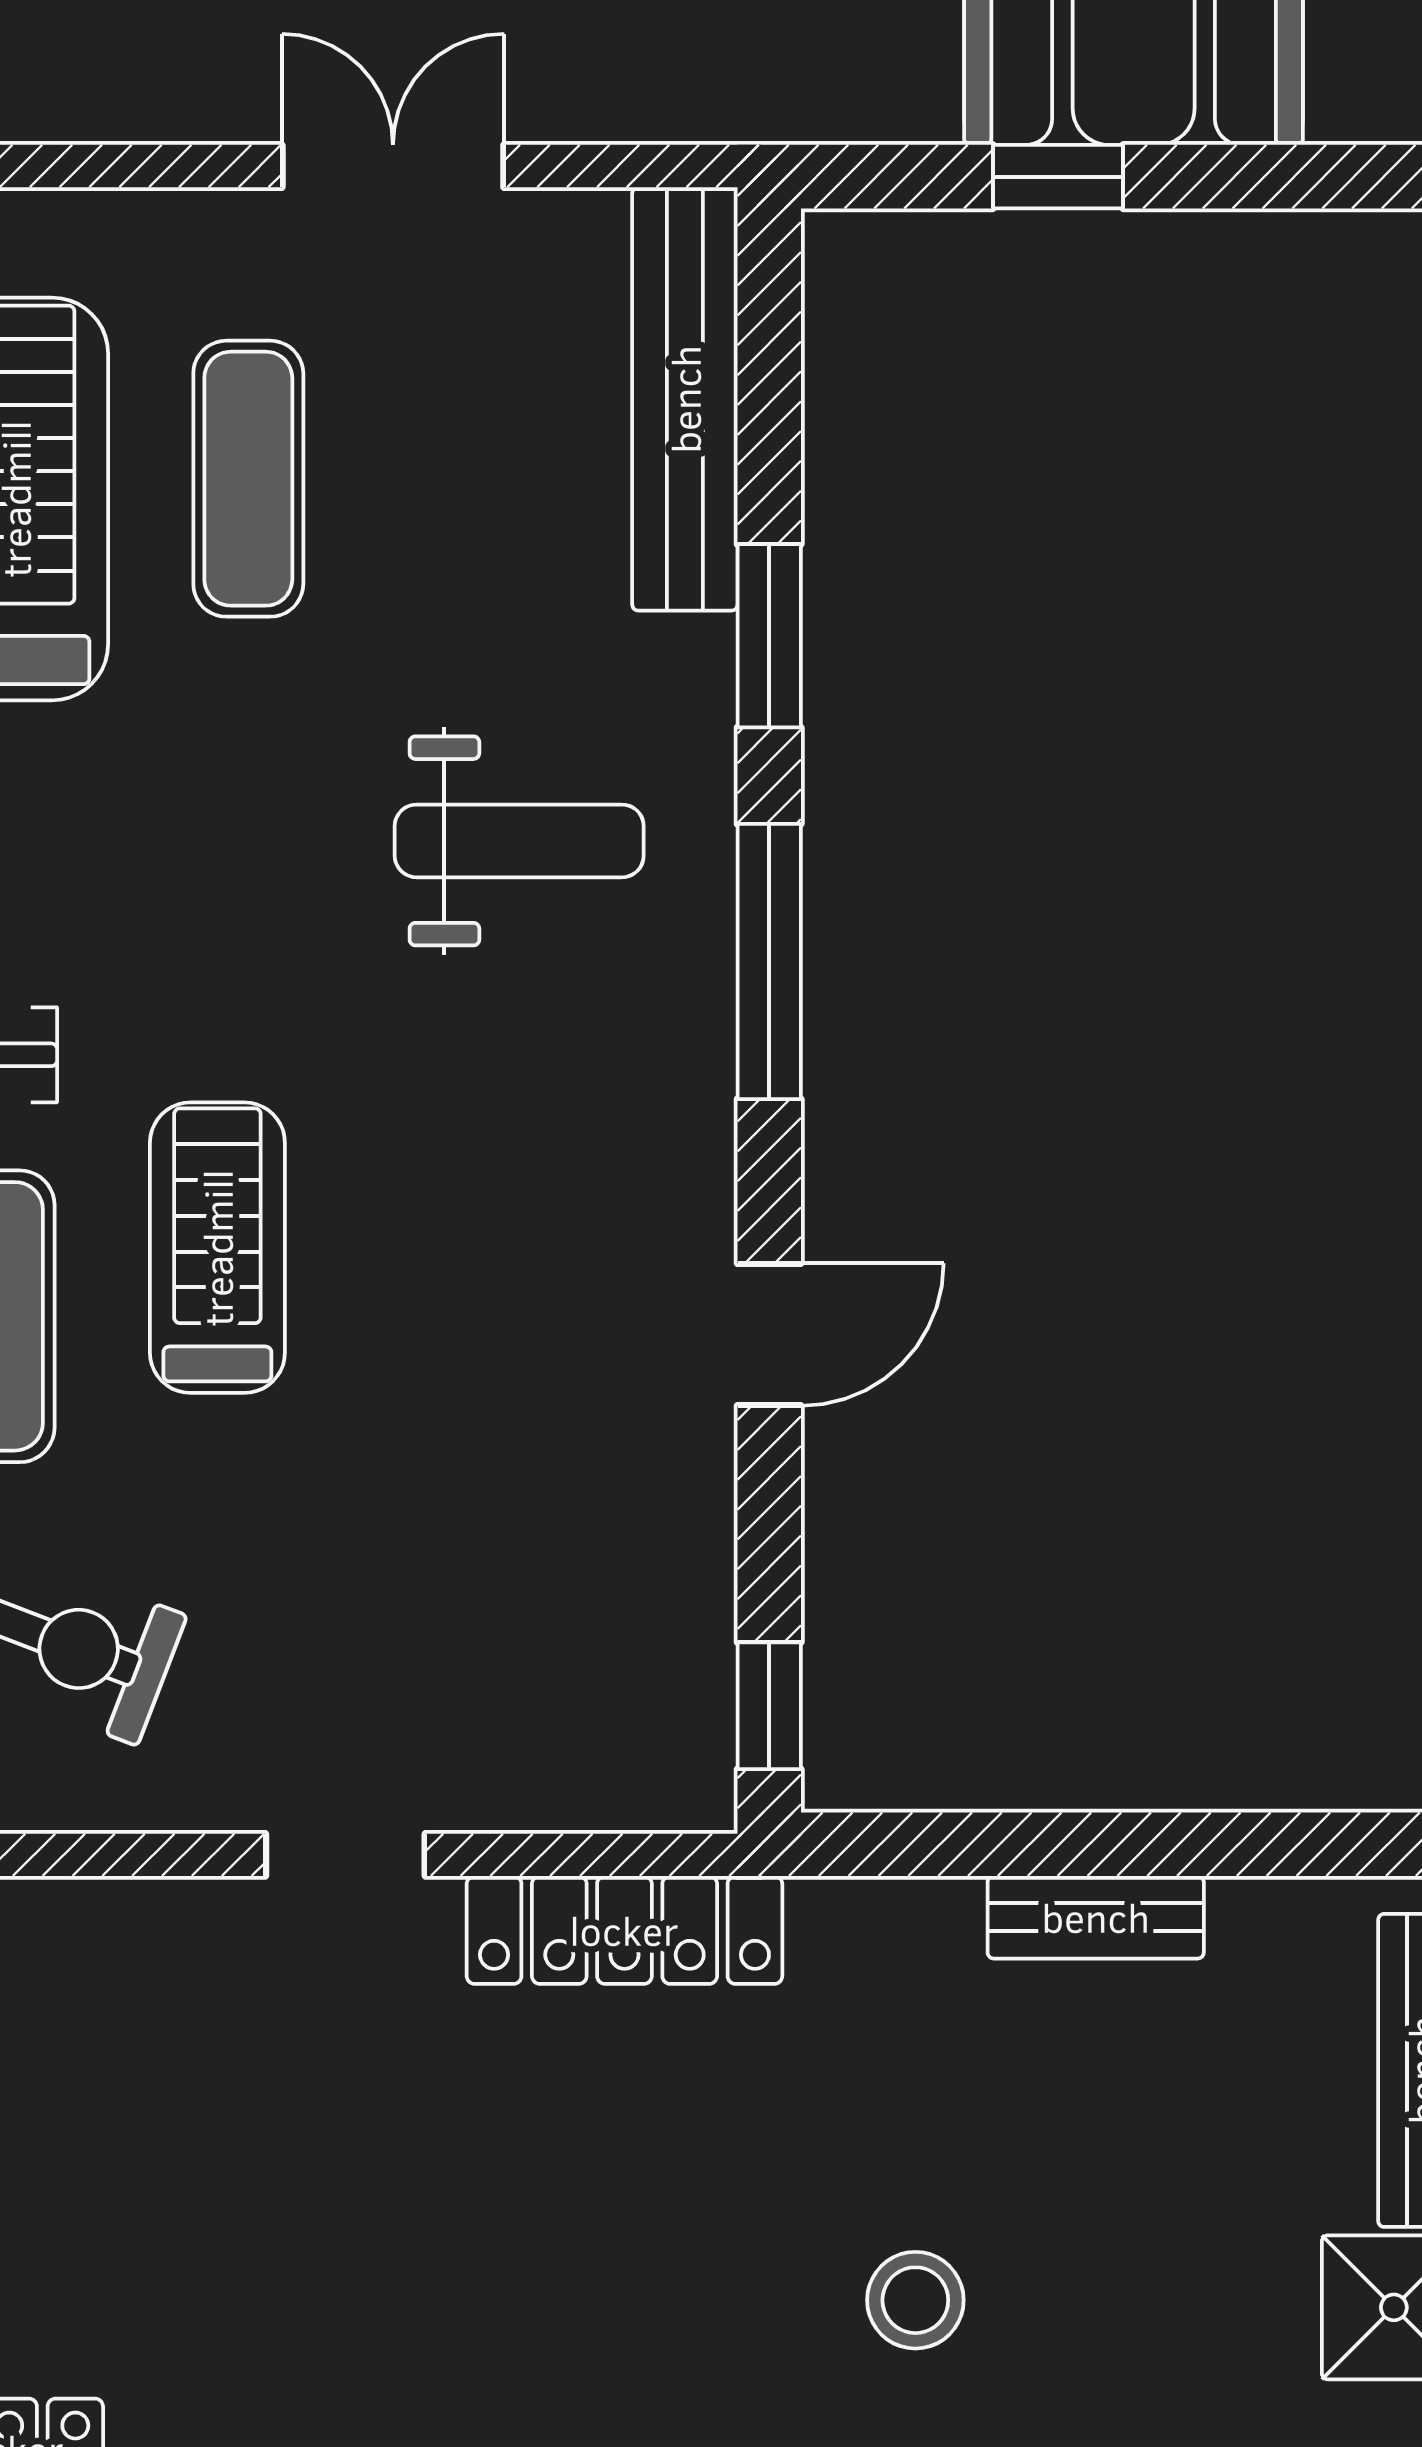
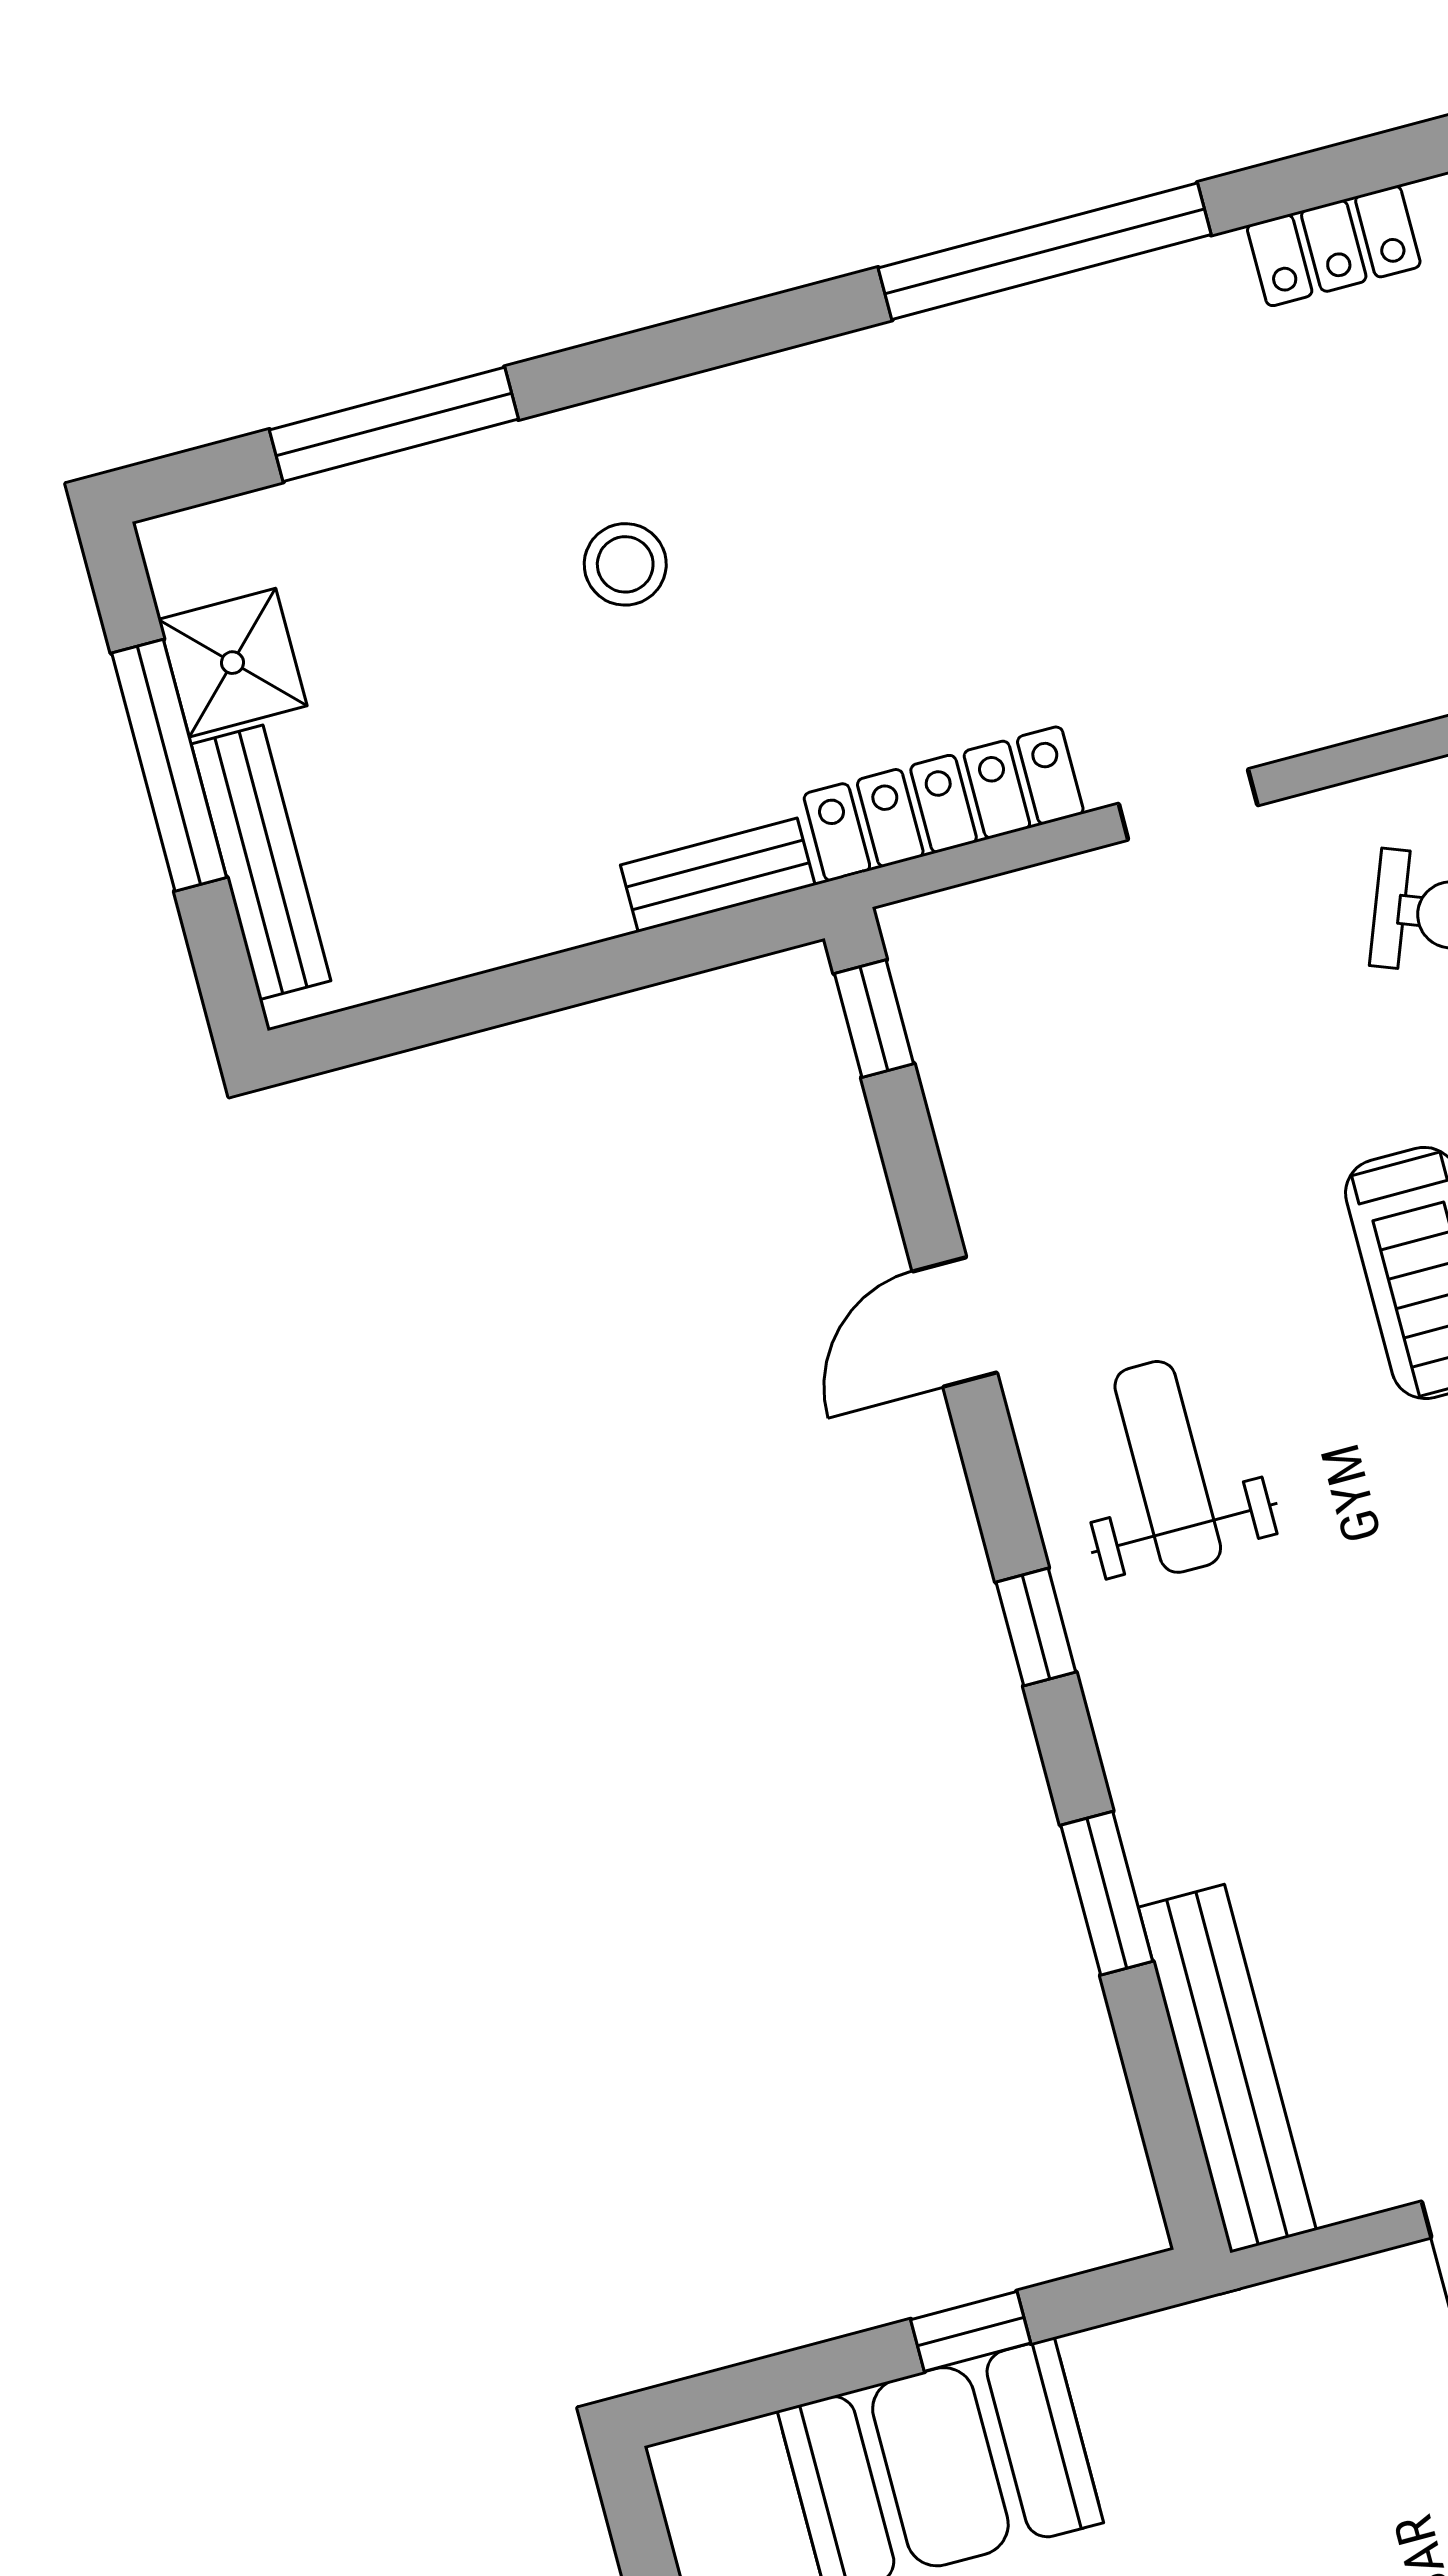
weight bench: (519, 841) -> (1168, 1467), moved, turned 90
window: (769, 961) -> (1036, 1627), width x0.46
bench: (1096, 1917) -> (718, 875), moved

